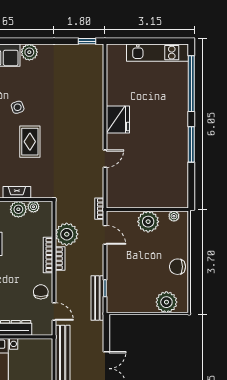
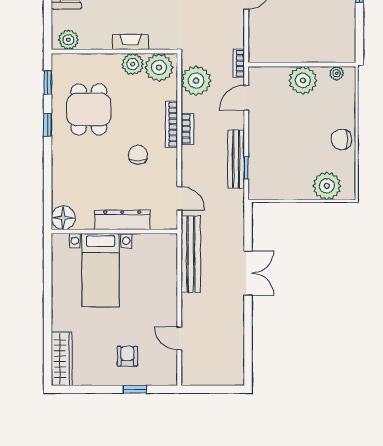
plant: (33, 207) -> (159, 67), width x1.87, depth x1.87
plant: (67, 234) -> (196, 81), moved
door: (105, 235) -> (246, 98), swing flipped
chair: (41, 292) -> (138, 155), moved
bench: (97, 298) -> (236, 159), moved

